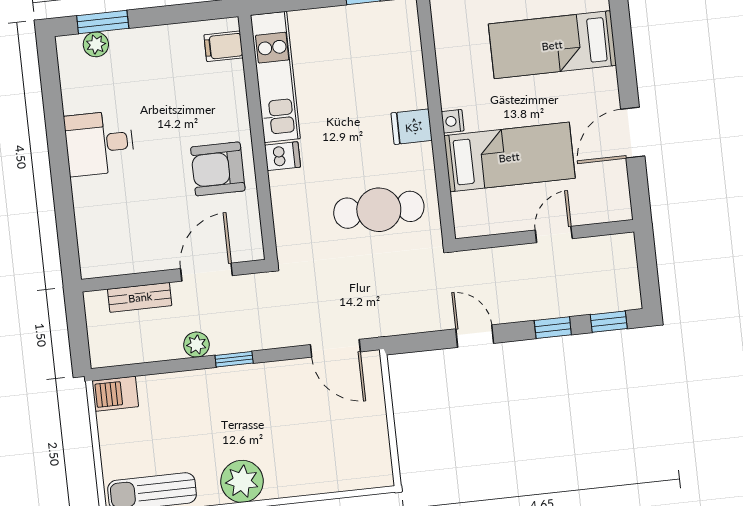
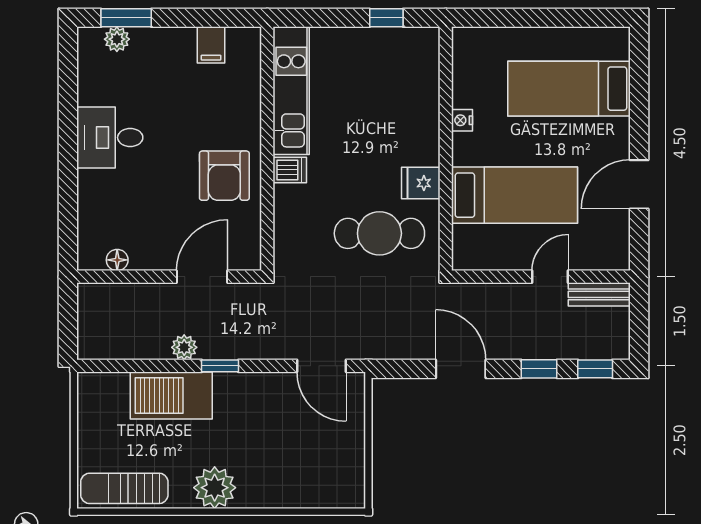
filing cabinet: (223, 46) -> (211, 45), moved, turned -90
nightstand: (453, 121) -> (462, 120), moved
fridge: (412, 127) -> (421, 183), moved
armchair: (218, 169) -> (224, 176), turned -90
floor lamp: (120, 265) -> (117, 260), added
bench: (140, 297) -> (599, 294), moved
door: (475, 336) -> (461, 369), width x1.38
barbecue: (115, 394) -> (171, 395), moved, width x1.88, depth x1.53

